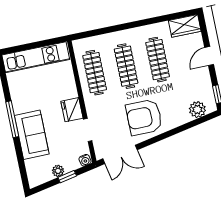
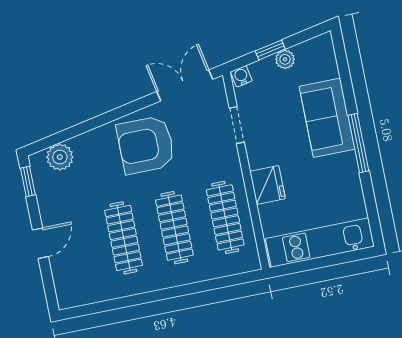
wardrobe: (185, 26) -> (80, 292), removed
fridge: (72, 110) -> (267, 185), moved
armchair: (144, 117) -> (146, 145), turned 180

